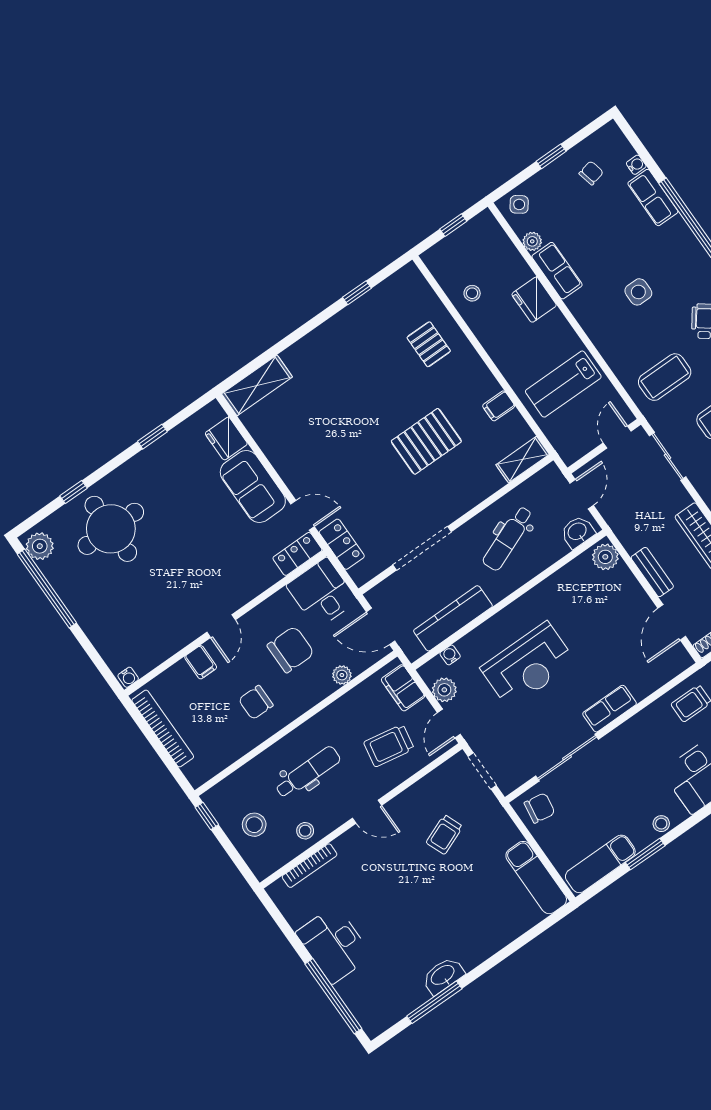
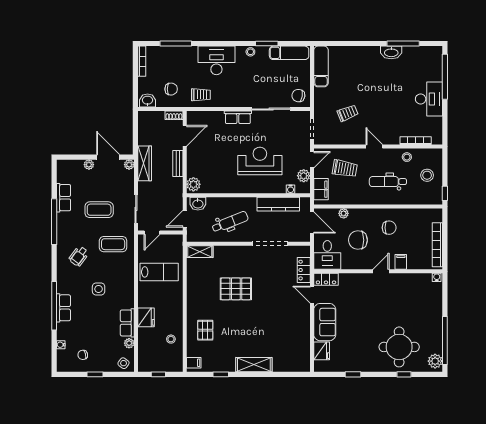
row of seats: (653, 198) -> (63, 308), moved
shelving: (257, 385) -> (254, 365), moved
filing cabinet: (499, 406) -> (194, 363), moved

